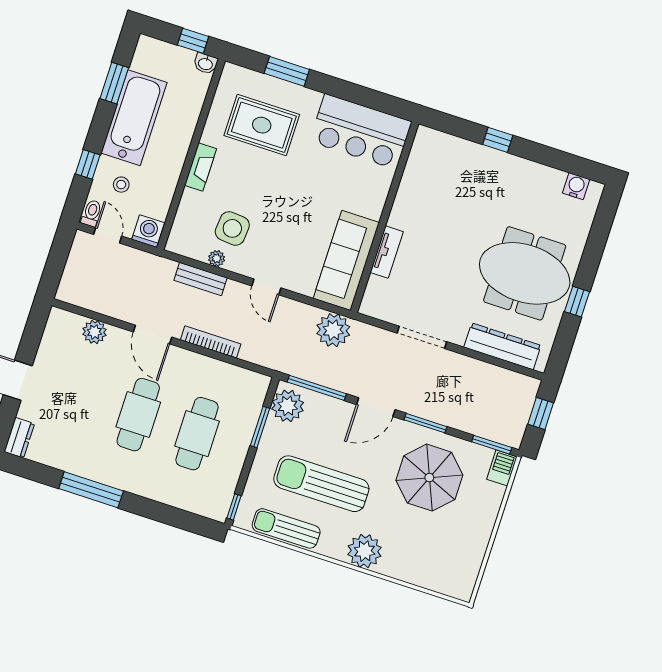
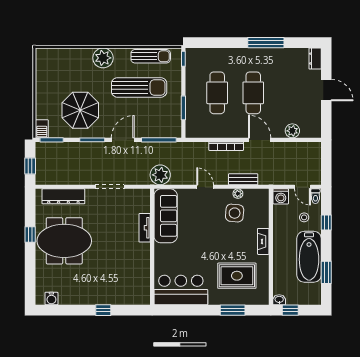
plant: (288, 406) -> (172, 125), removed

